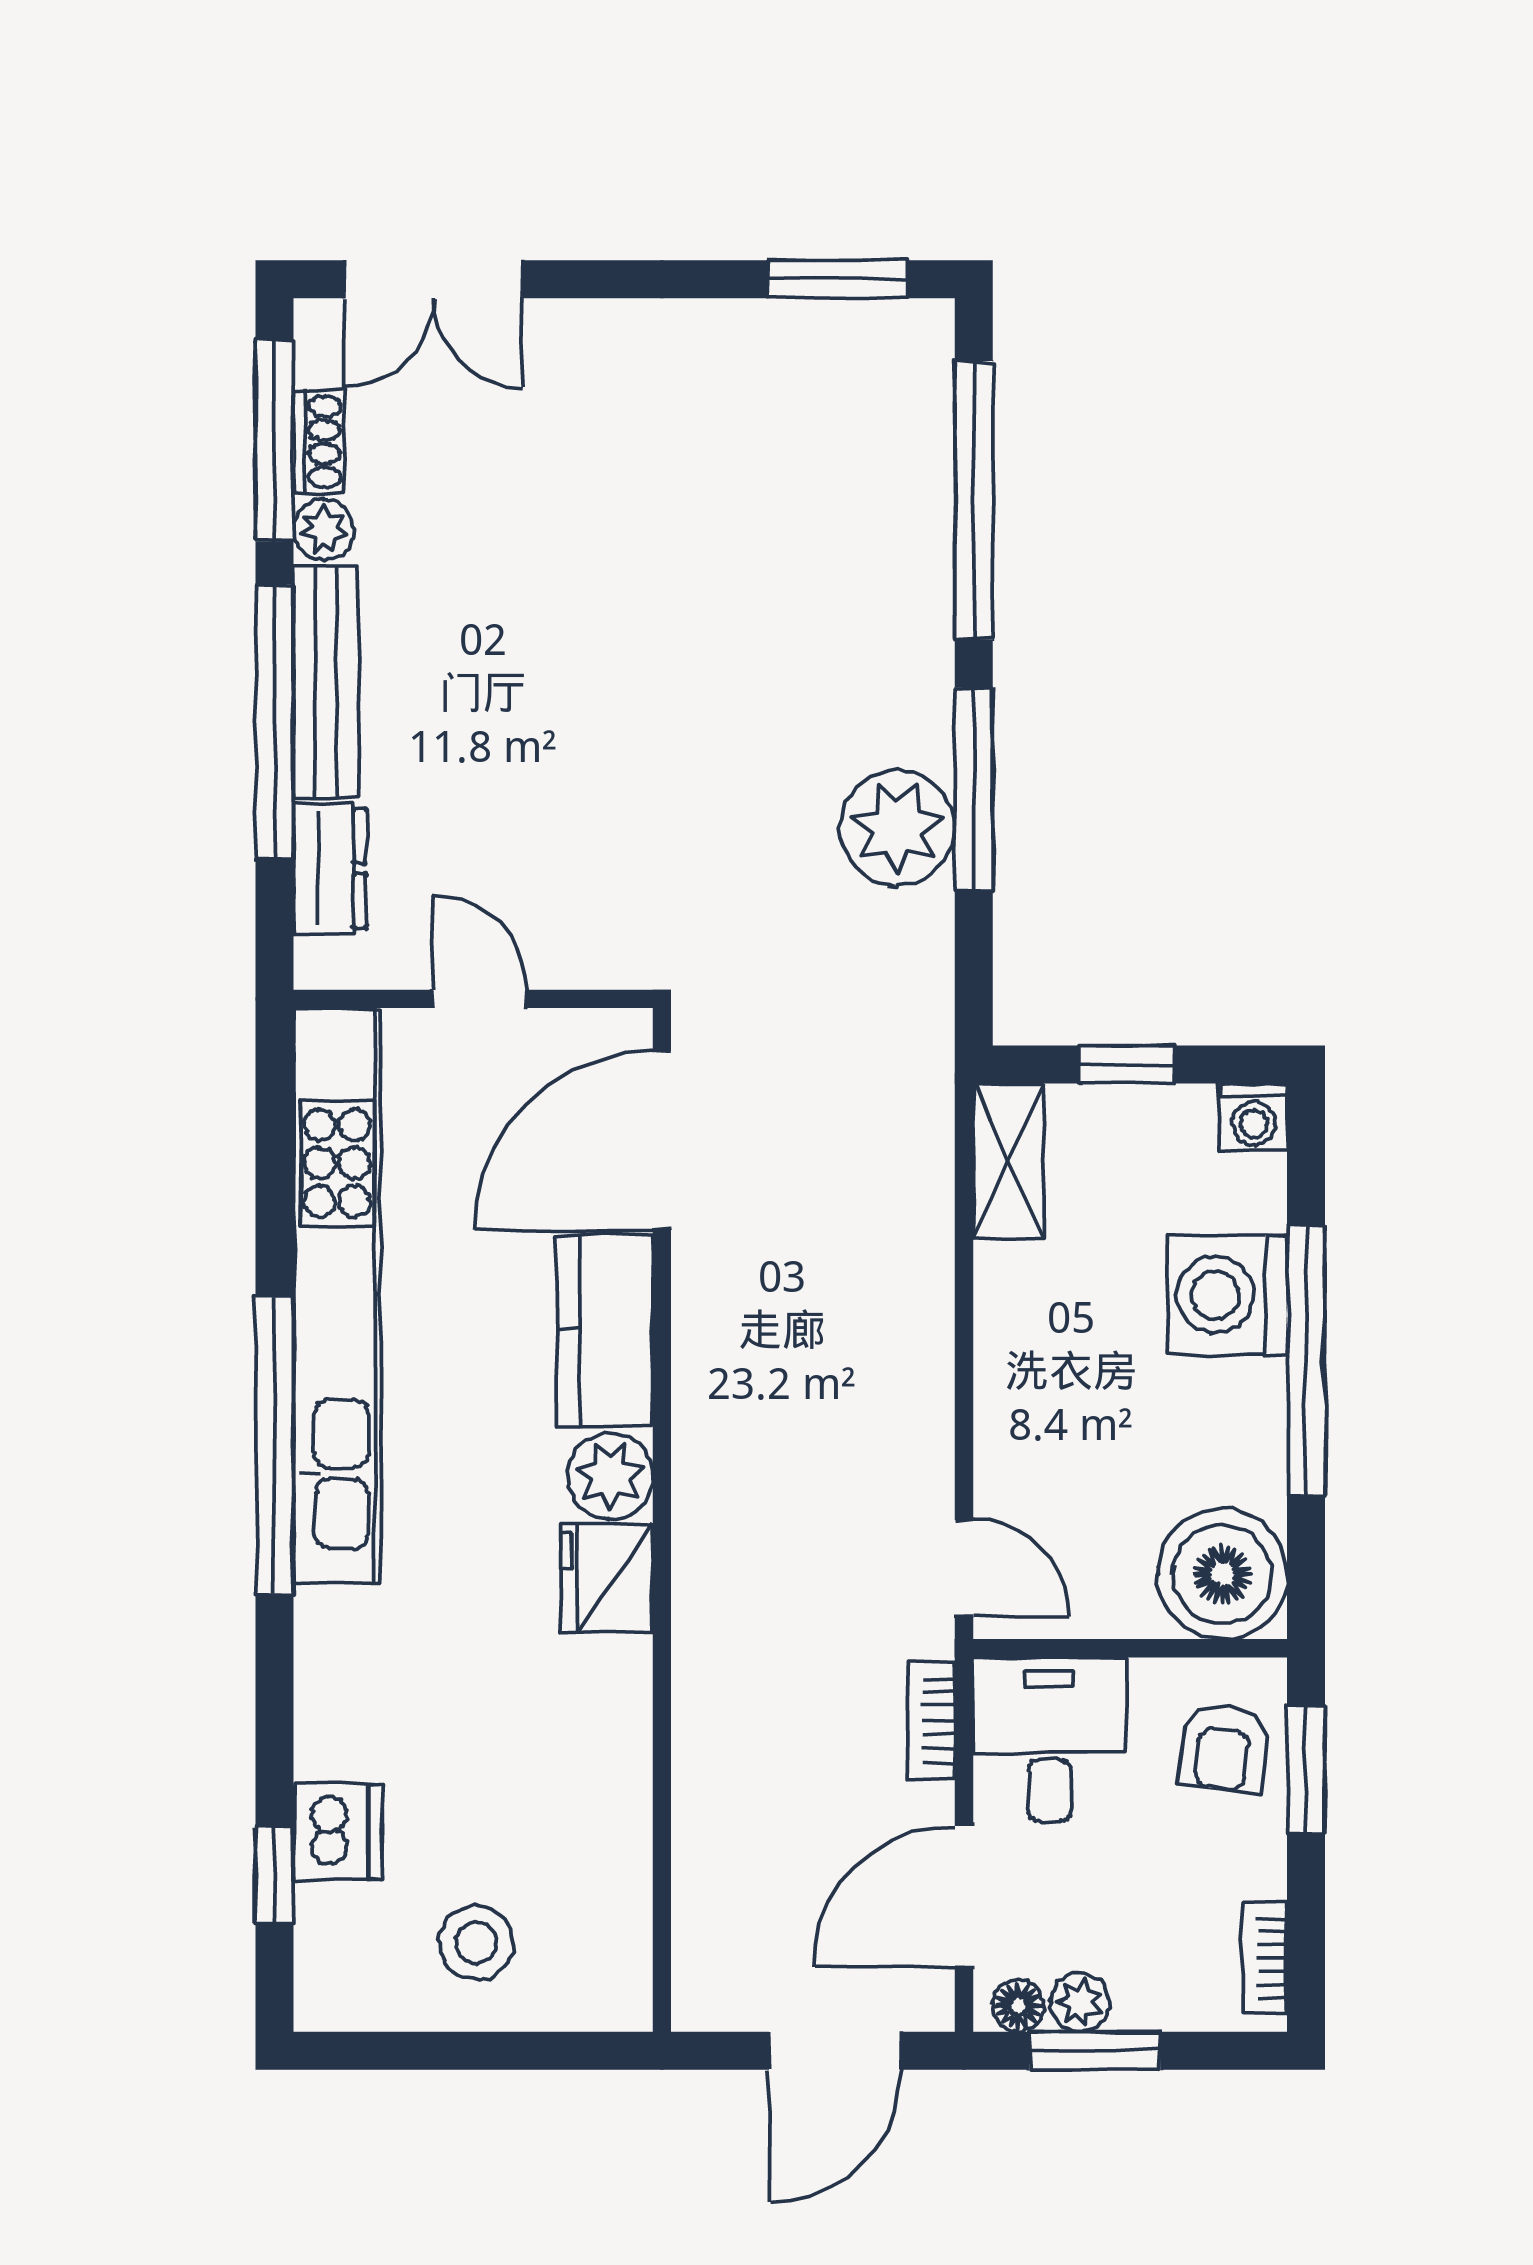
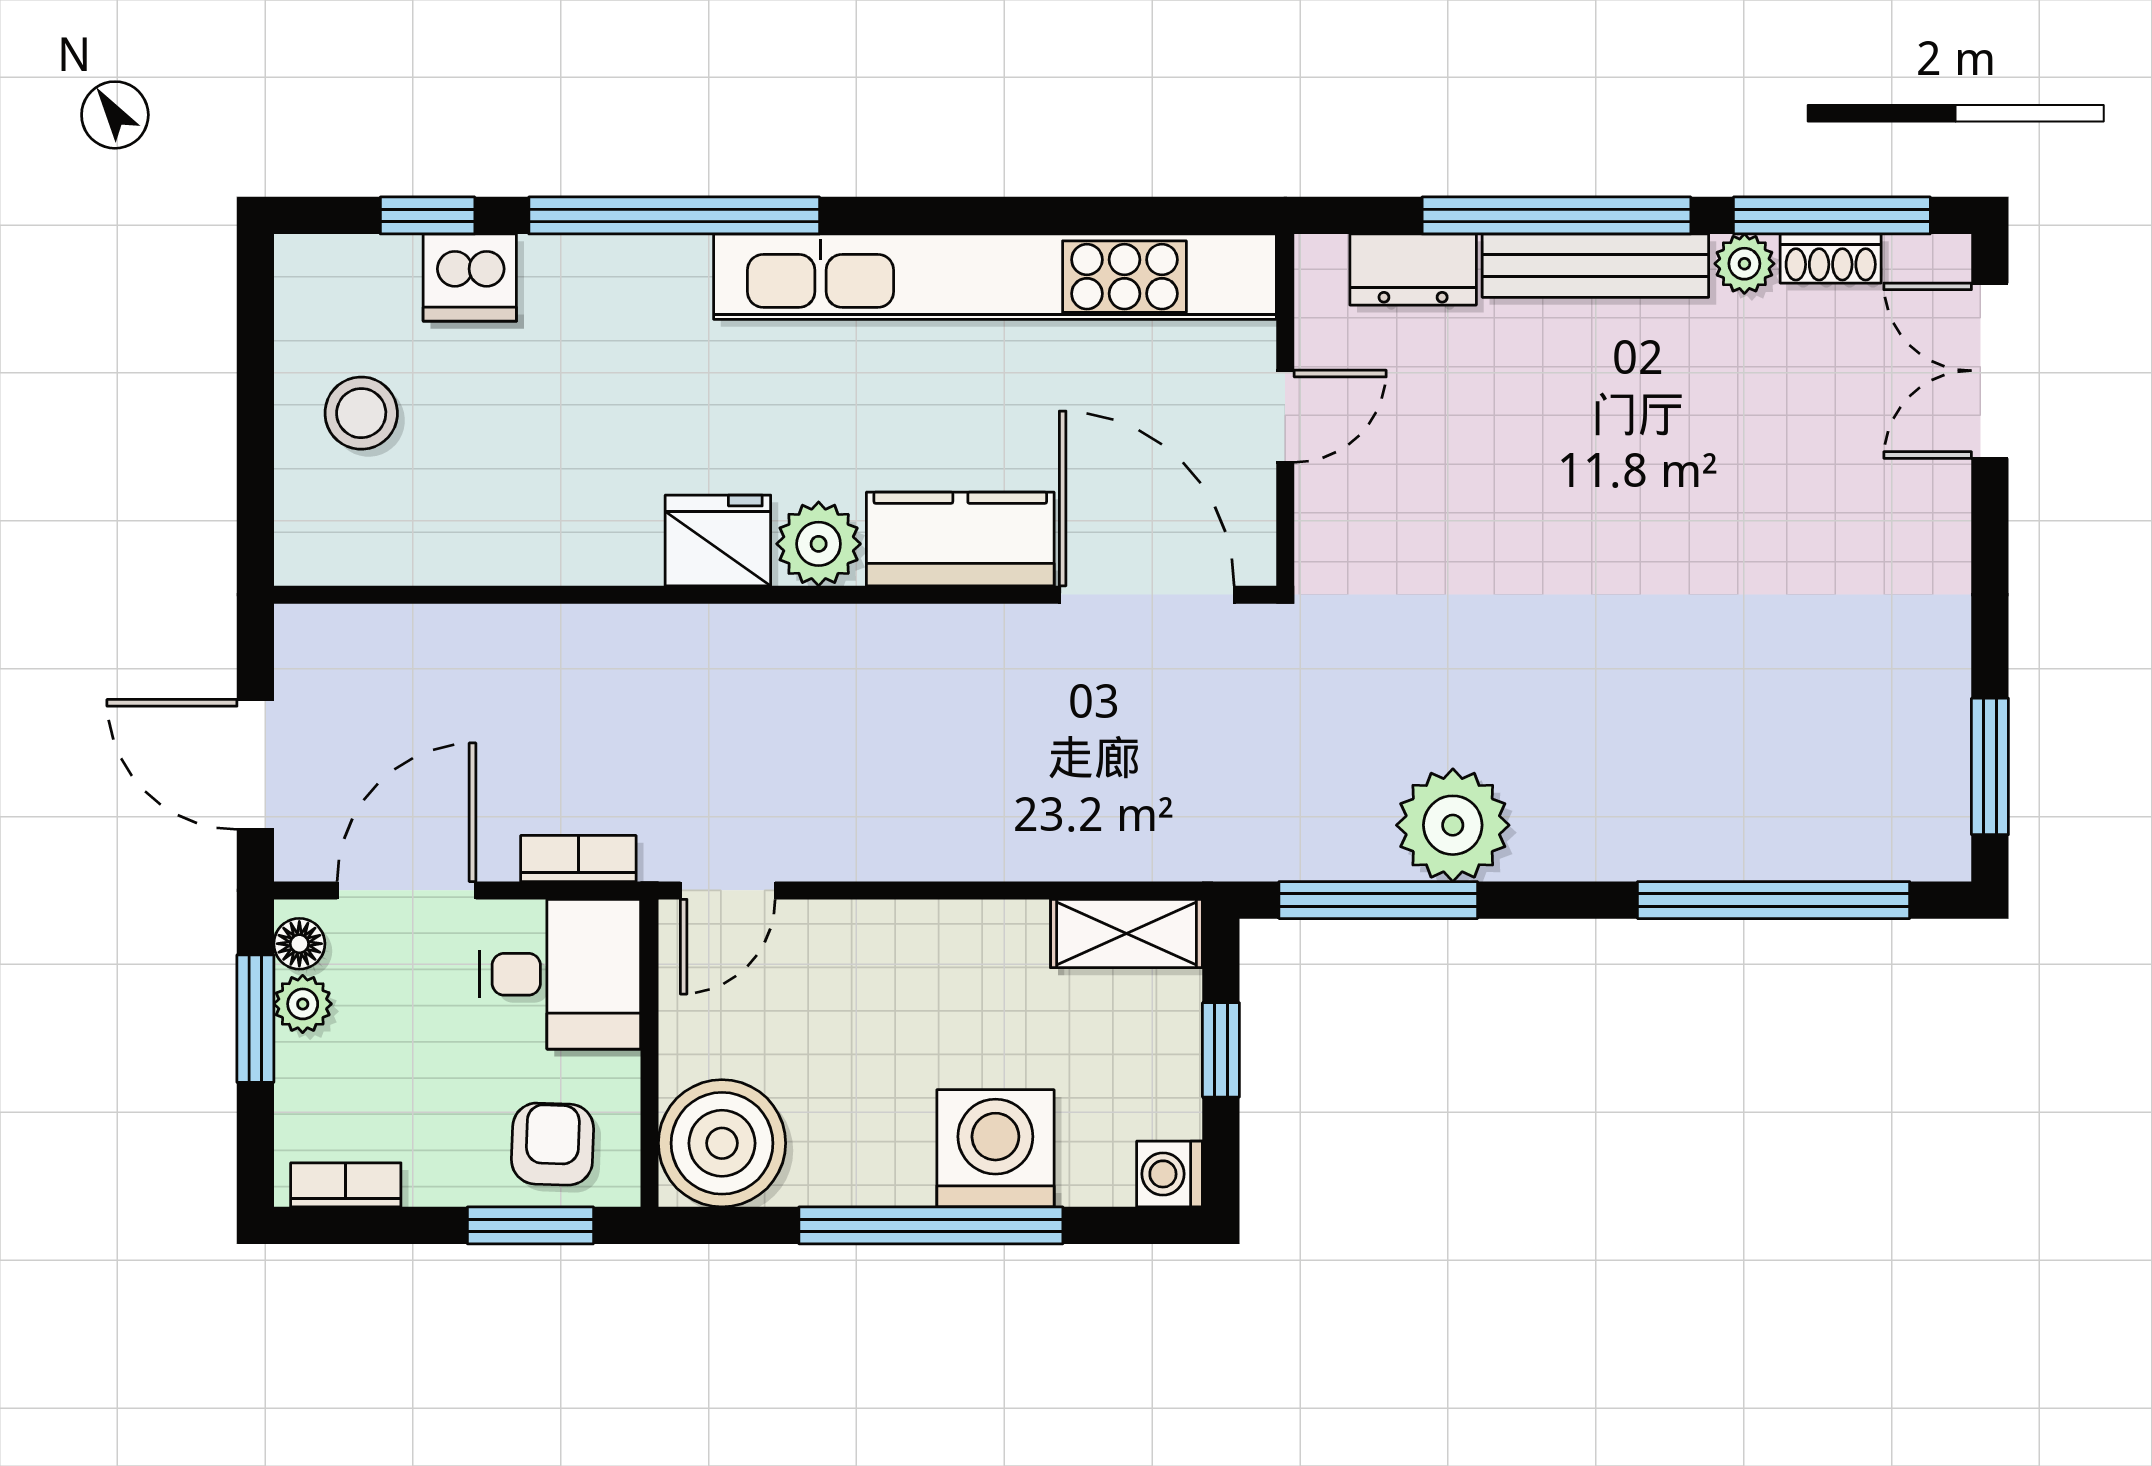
window: (974, 789) -> (1378, 900), moved
window: (275, 1446) -> (674, 215), moved
armchair: (1223, 1747) -> (553, 1144), turned 86
door: (964, 1896) -> (407, 890), hinge flipped

